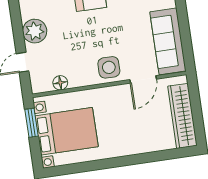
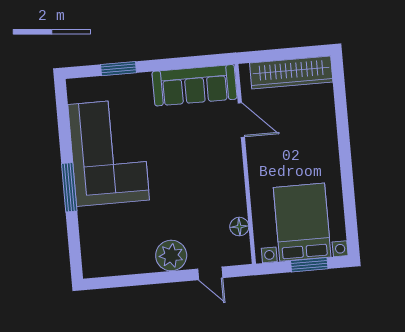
side table: (109, 67) -> (223, 163), removed
window: (32, 123) -> (309, 265), moved

